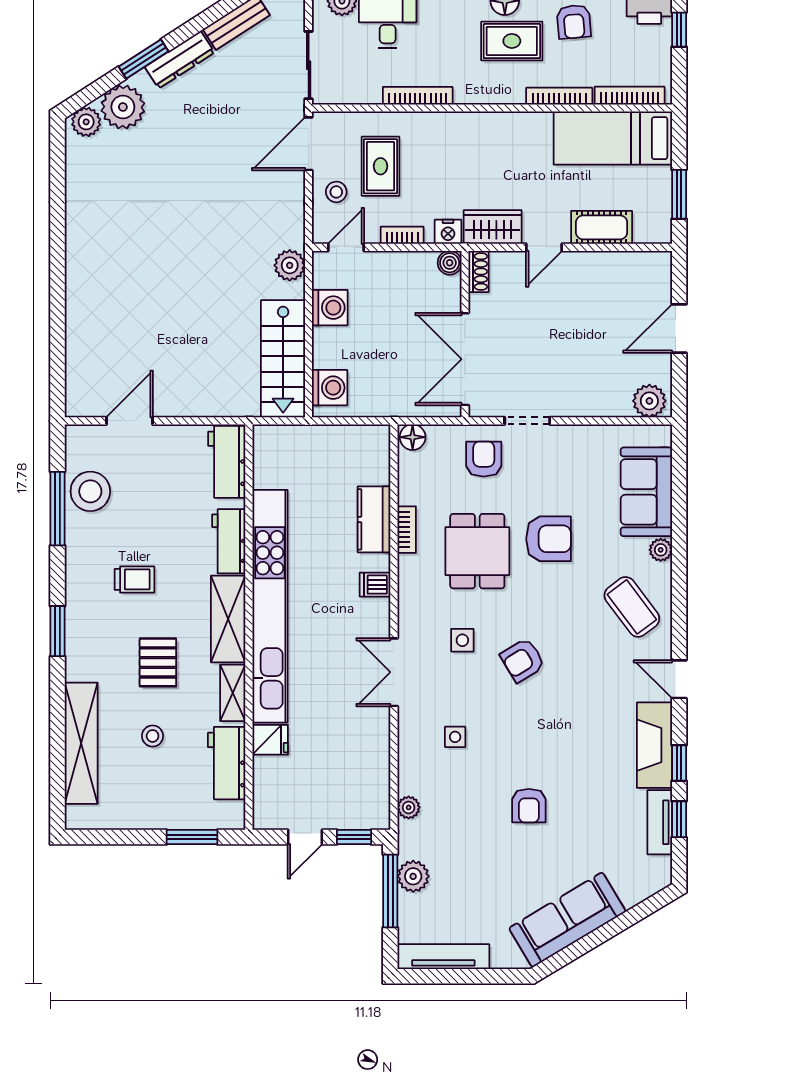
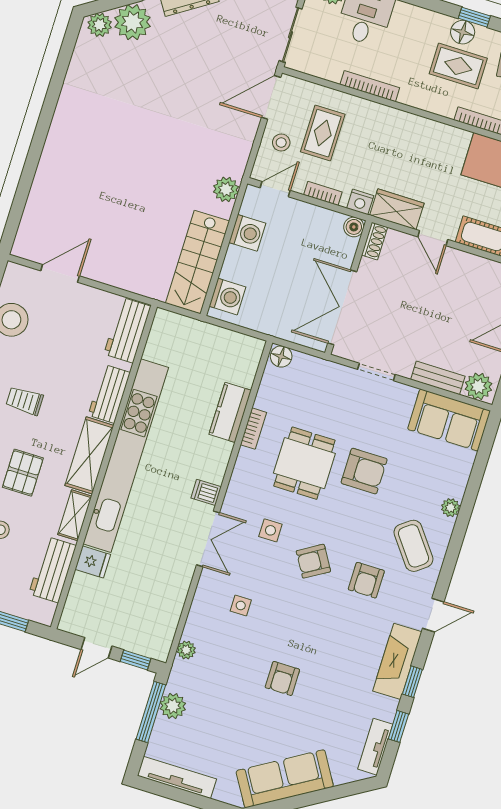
door: (544, 247) -> (433, 238), hinge flipped
bench: (600, 406) -> (438, 378), added
armchair: (484, 459) -> (366, 580), moved, turned 180
sofa: (646, 492) -> (449, 420), moved, turned -90
trolley: (134, 579) -> (25, 401), turned 180
dishwasher: (375, 585) -> (206, 492), moved
double door: (394, 672) -> (208, 539), swing flipped
door: (679, 679) -> (433, 615), swing flipped
tv unit: (660, 822) -> (375, 747), moved

